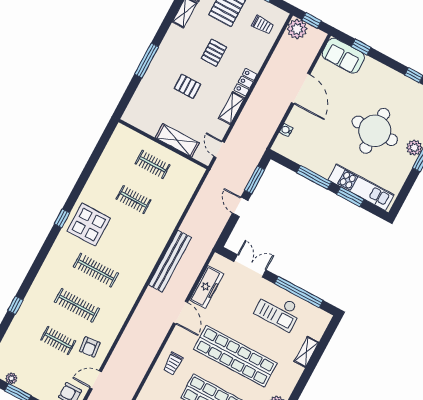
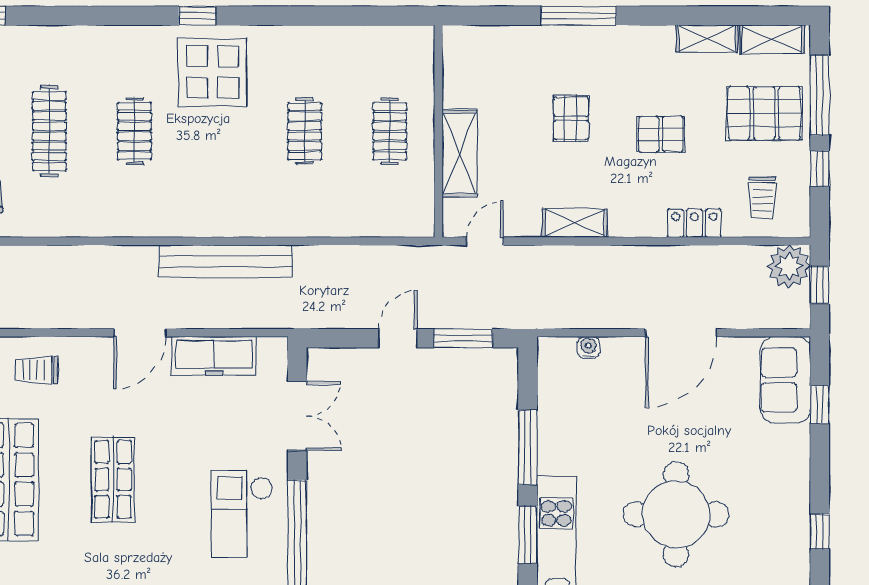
locker: (246, 82) -> (694, 223), moved
clothes rail: (96, 270) -> (134, 131), width x0.73
shop shelf: (235, 356) -> (113, 479), width x0.50, depth x0.74

